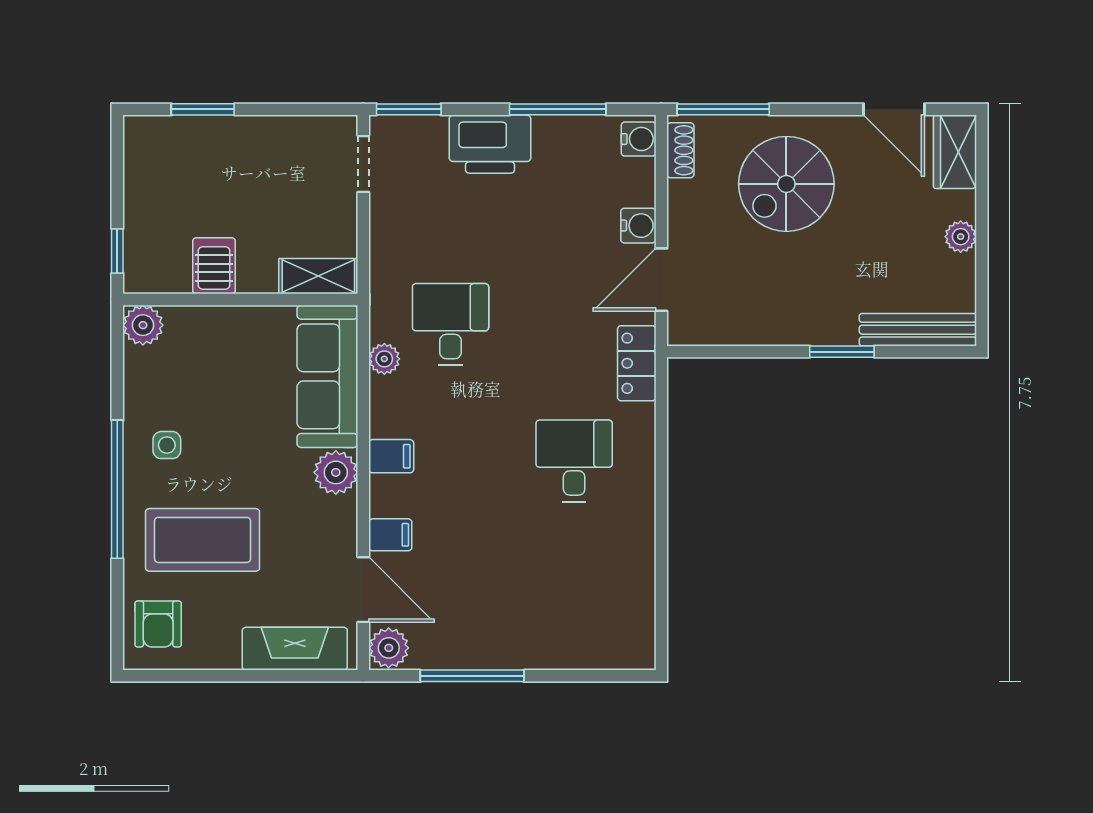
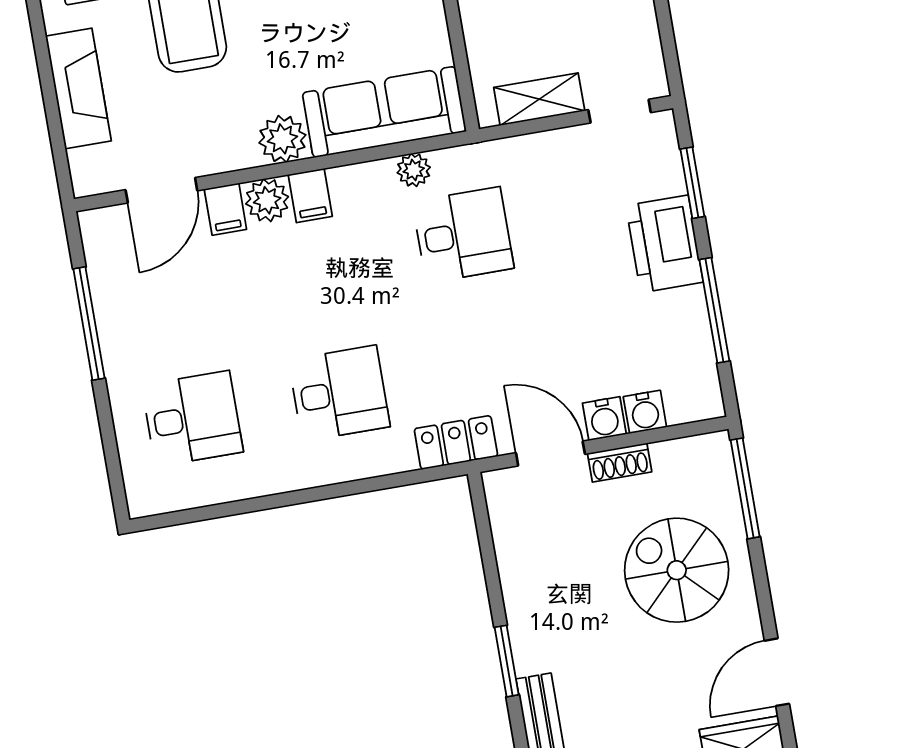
window: (409, 109) -> (692, 183), moved
water cooler: (639, 139) -> (645, 412), moved
shoe rack: (680, 150) -> (620, 463), moved
shelving: (318, 276) -> (539, 99), moved, turned 90
desk: (574, 597) -> (192, 419), added
plant: (389, 648) -> (267, 200), moved
fireplace: (295, 649) -> (78, 88), moved

